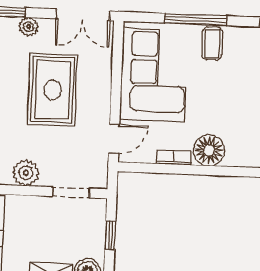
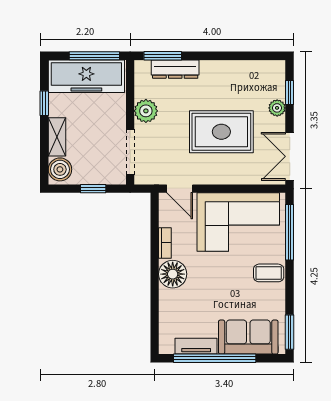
window: (196, 19) -> (290, 232), moved
doorway: (71, 192) -> (130, 152), width x1.38

